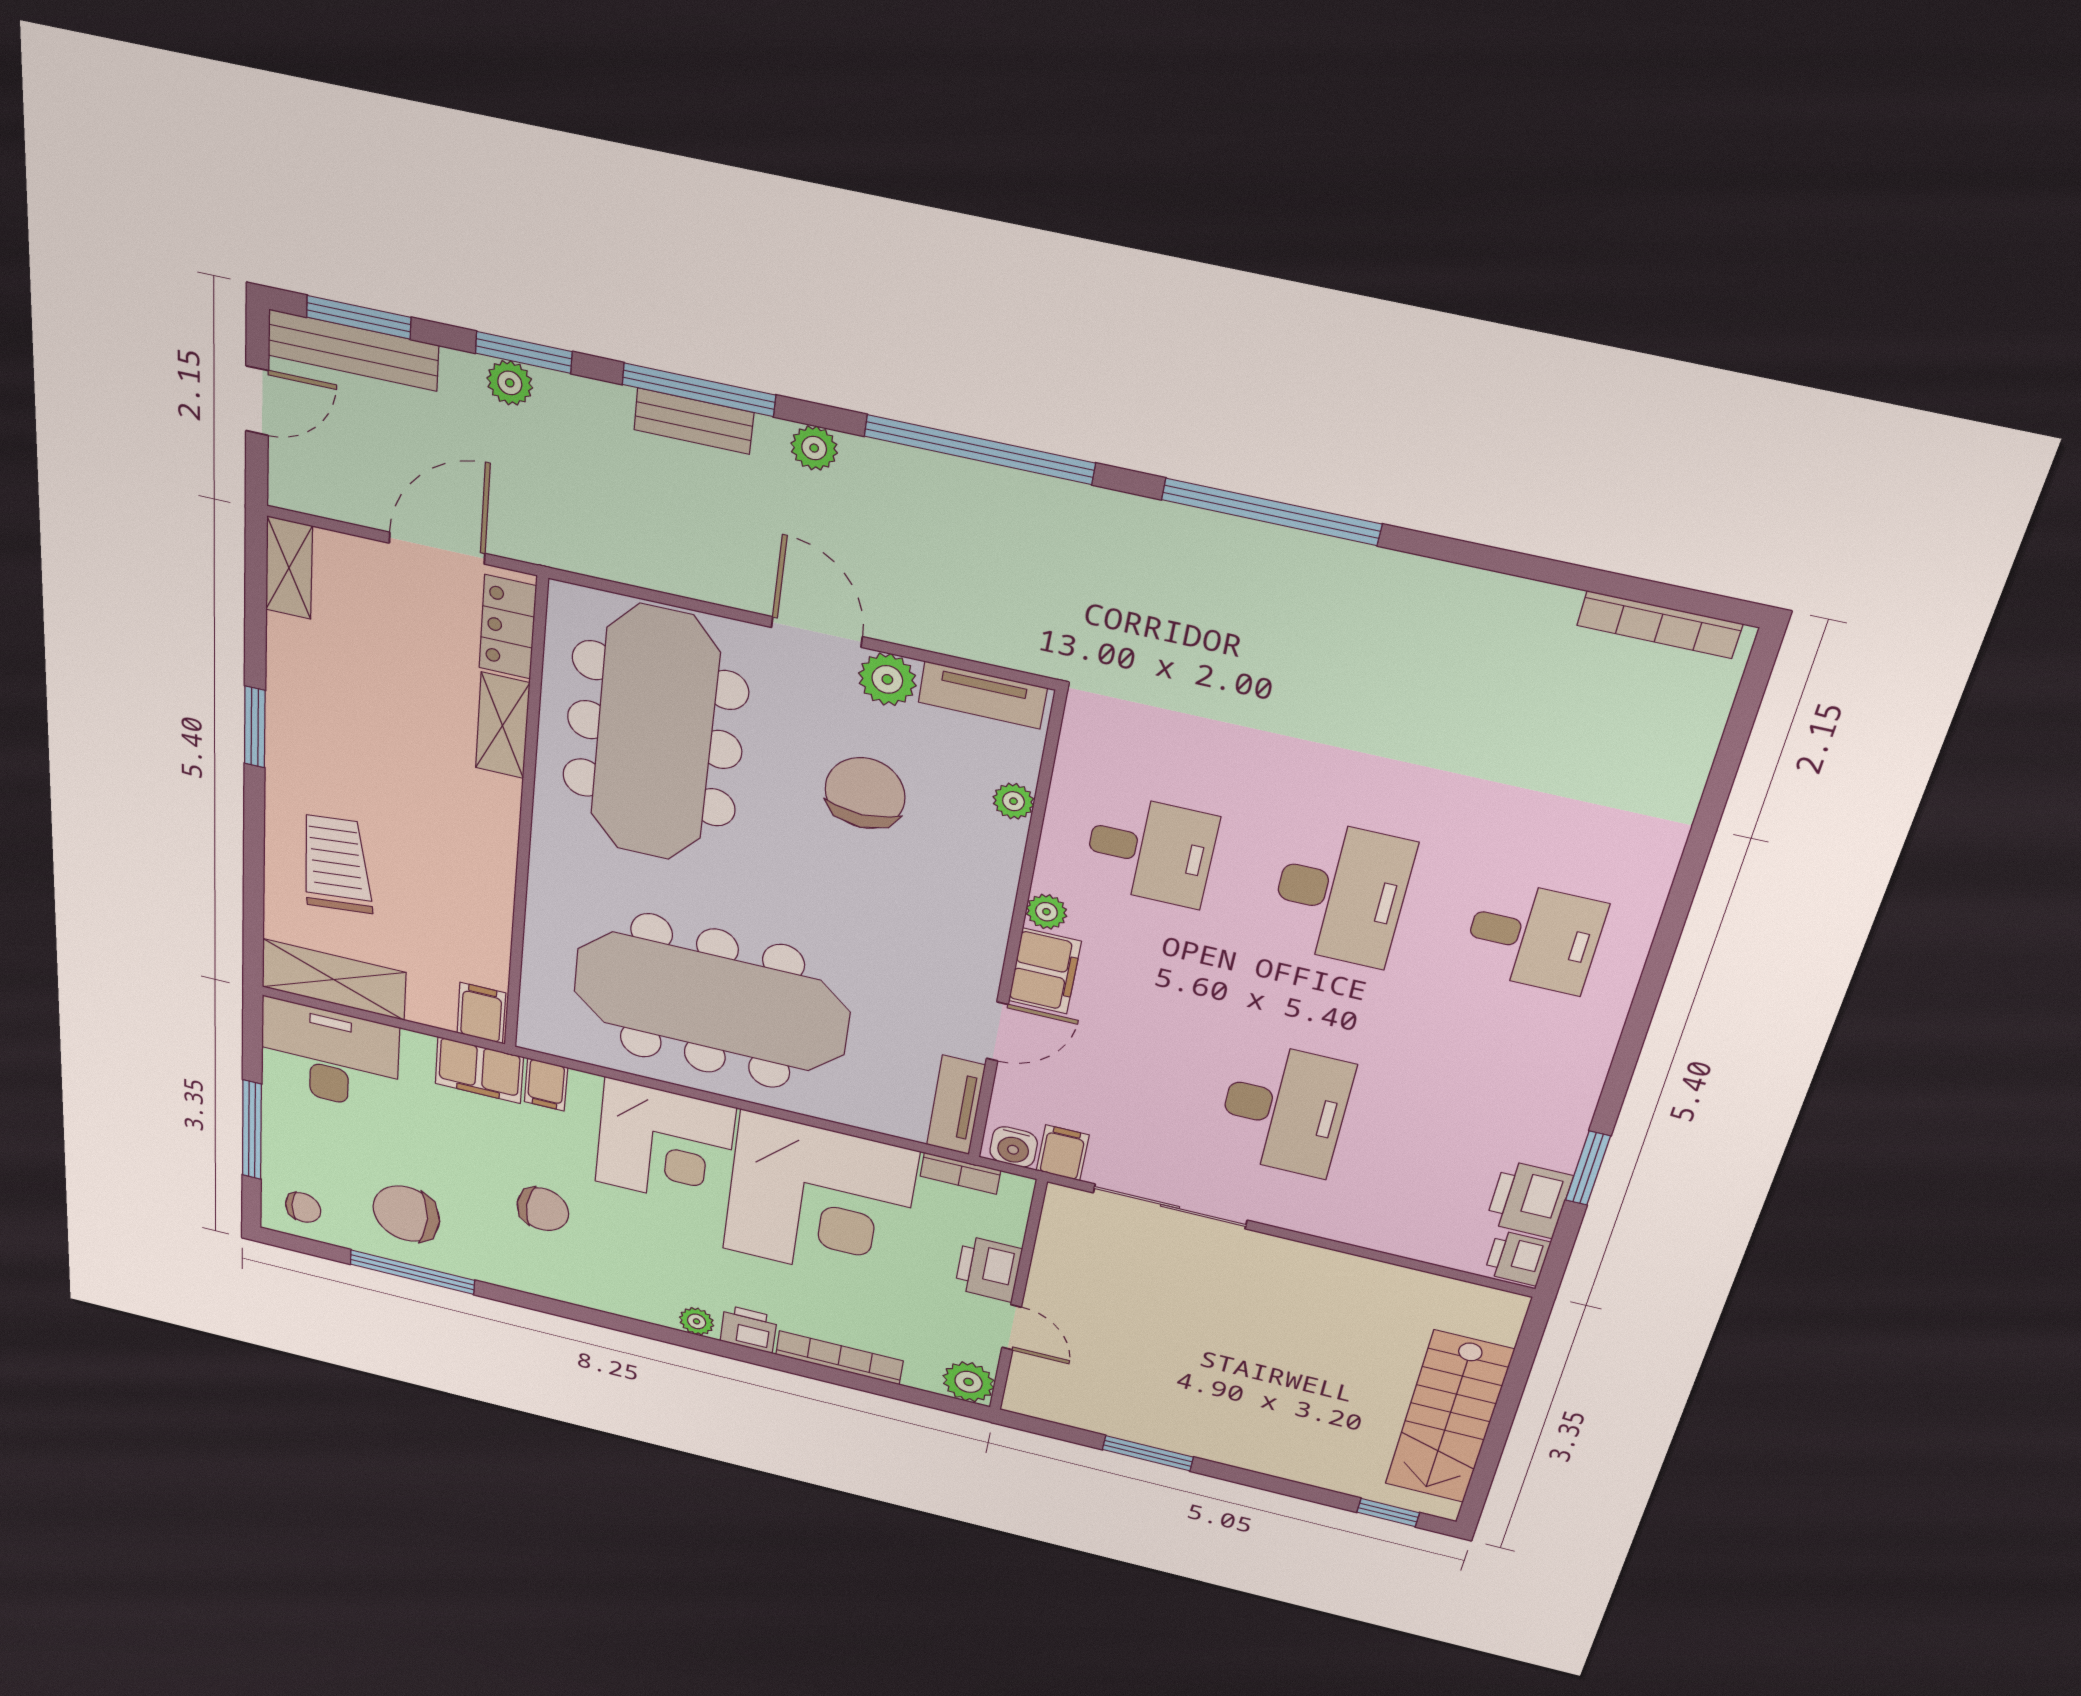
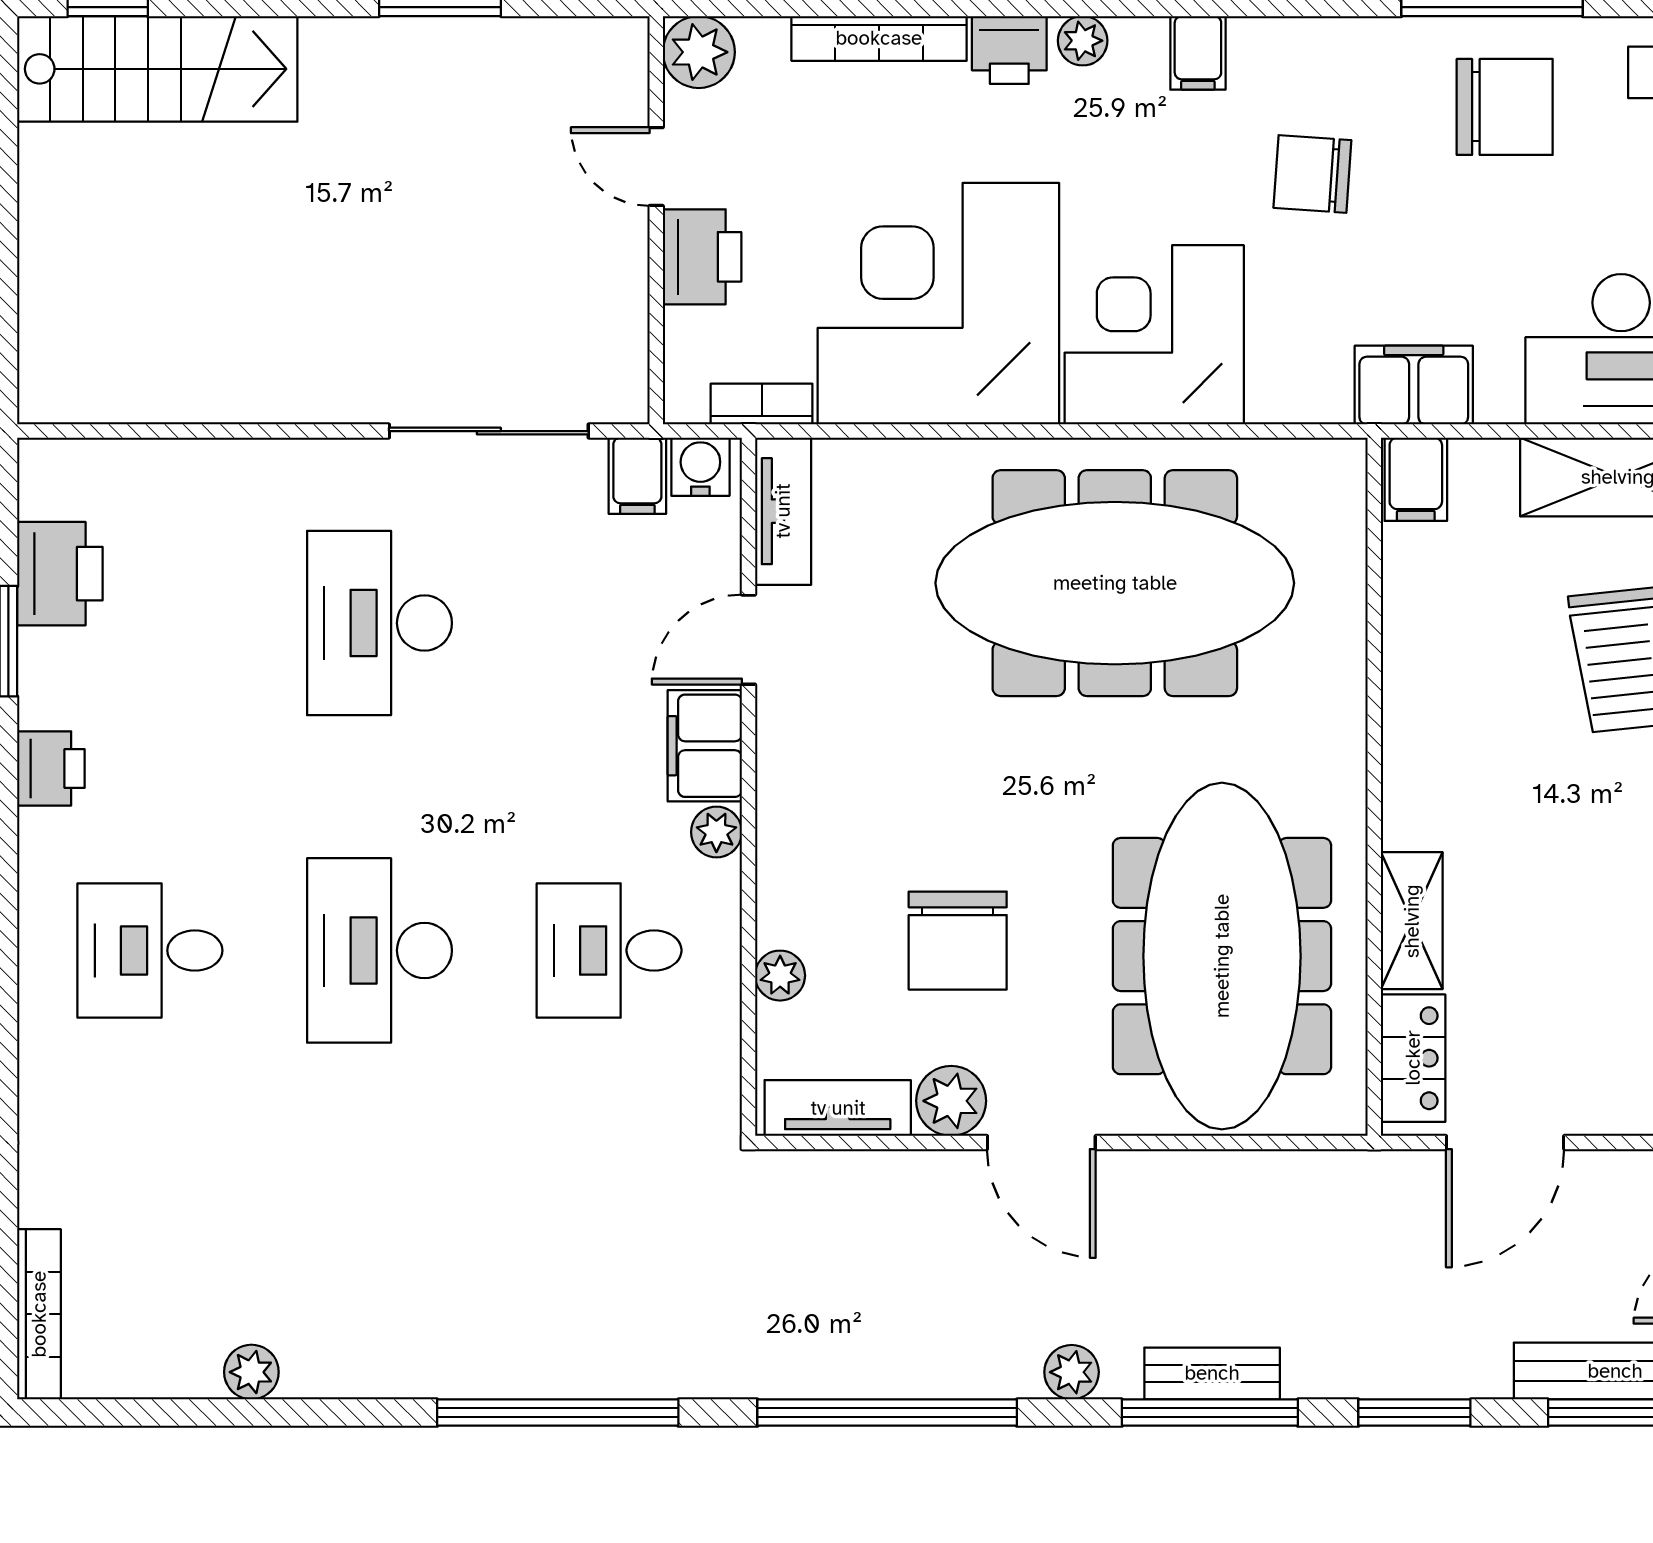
plant: (510, 383) -> (251, 1372), moved
bookcase: (1660, 625) -> (39, 1314), moved, turned 90
filing cabinet: (546, 1085) -> (1198, 53), moved, turned 180
printer: (1517, 1258) -> (51, 768), moved
stairs: (1449, 1417) -> (157, 69), moved, turned 90

